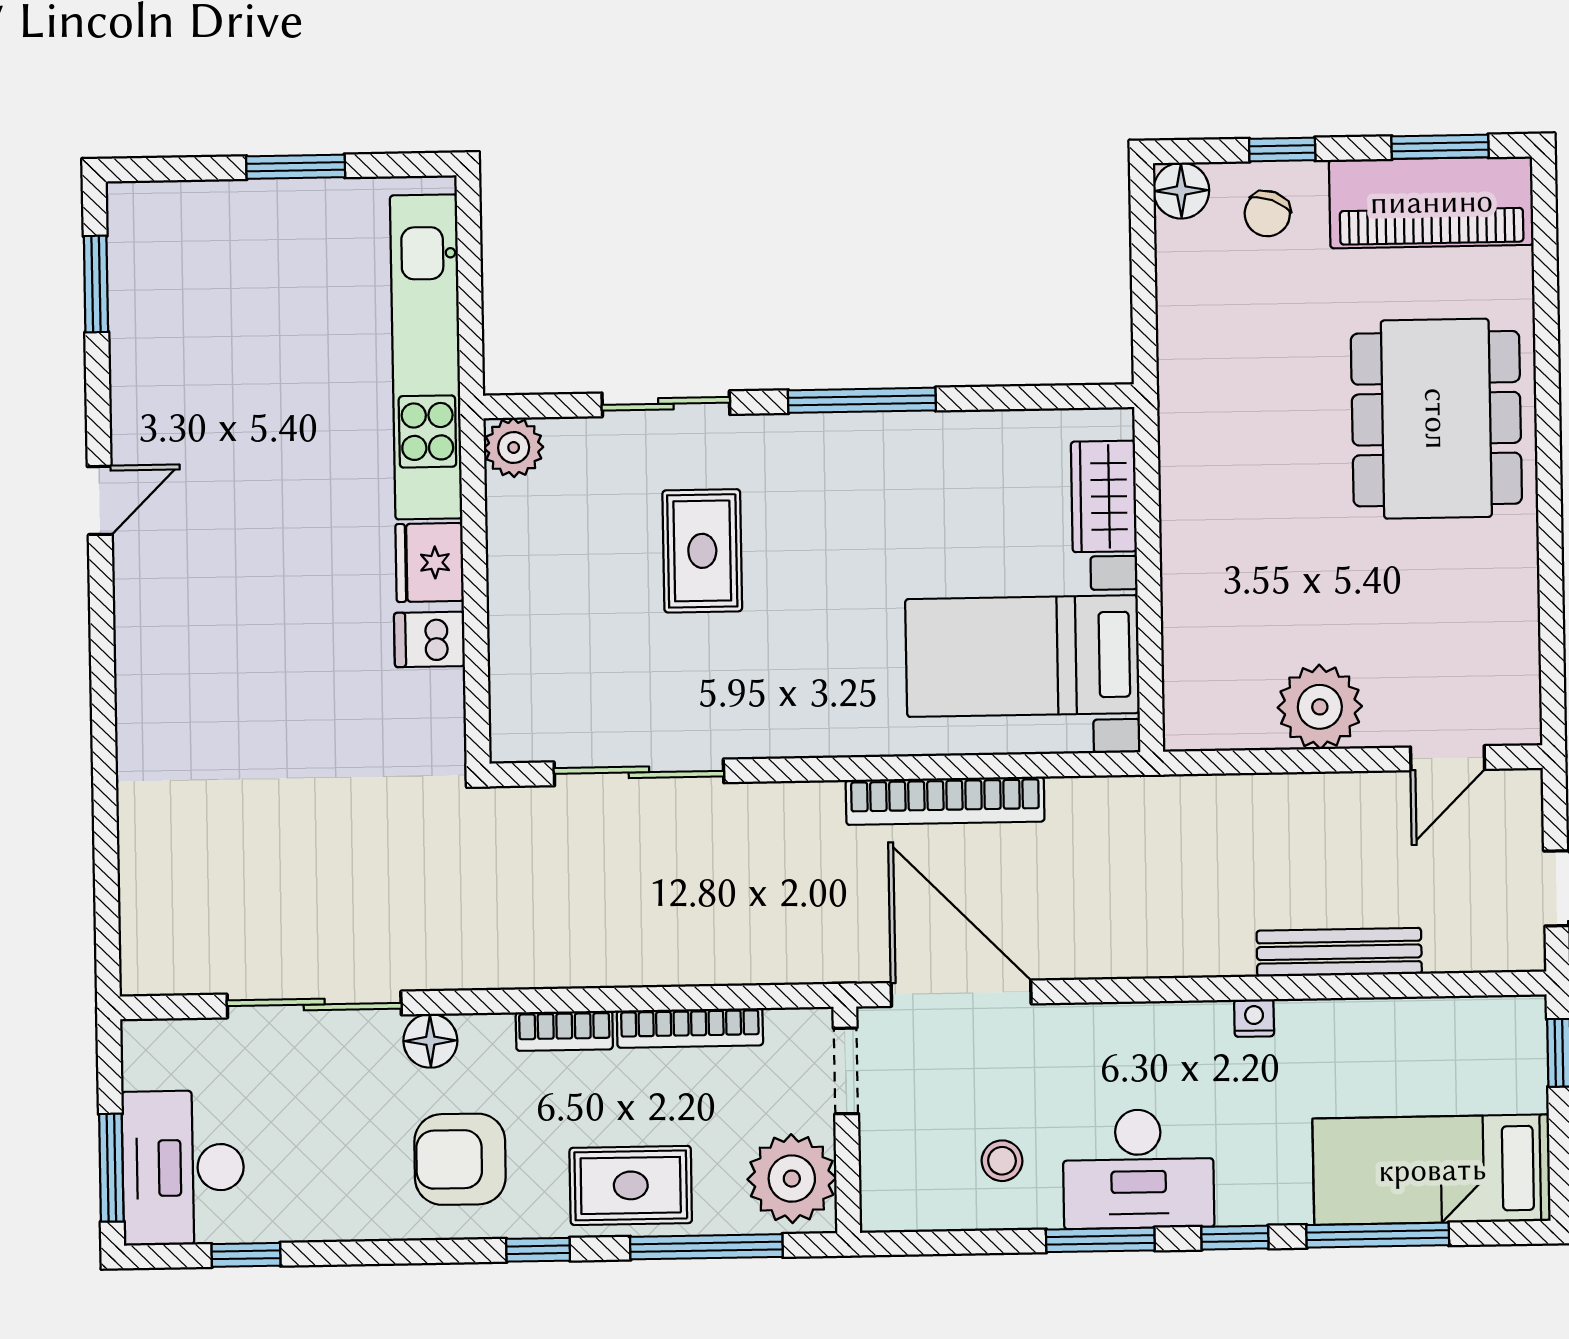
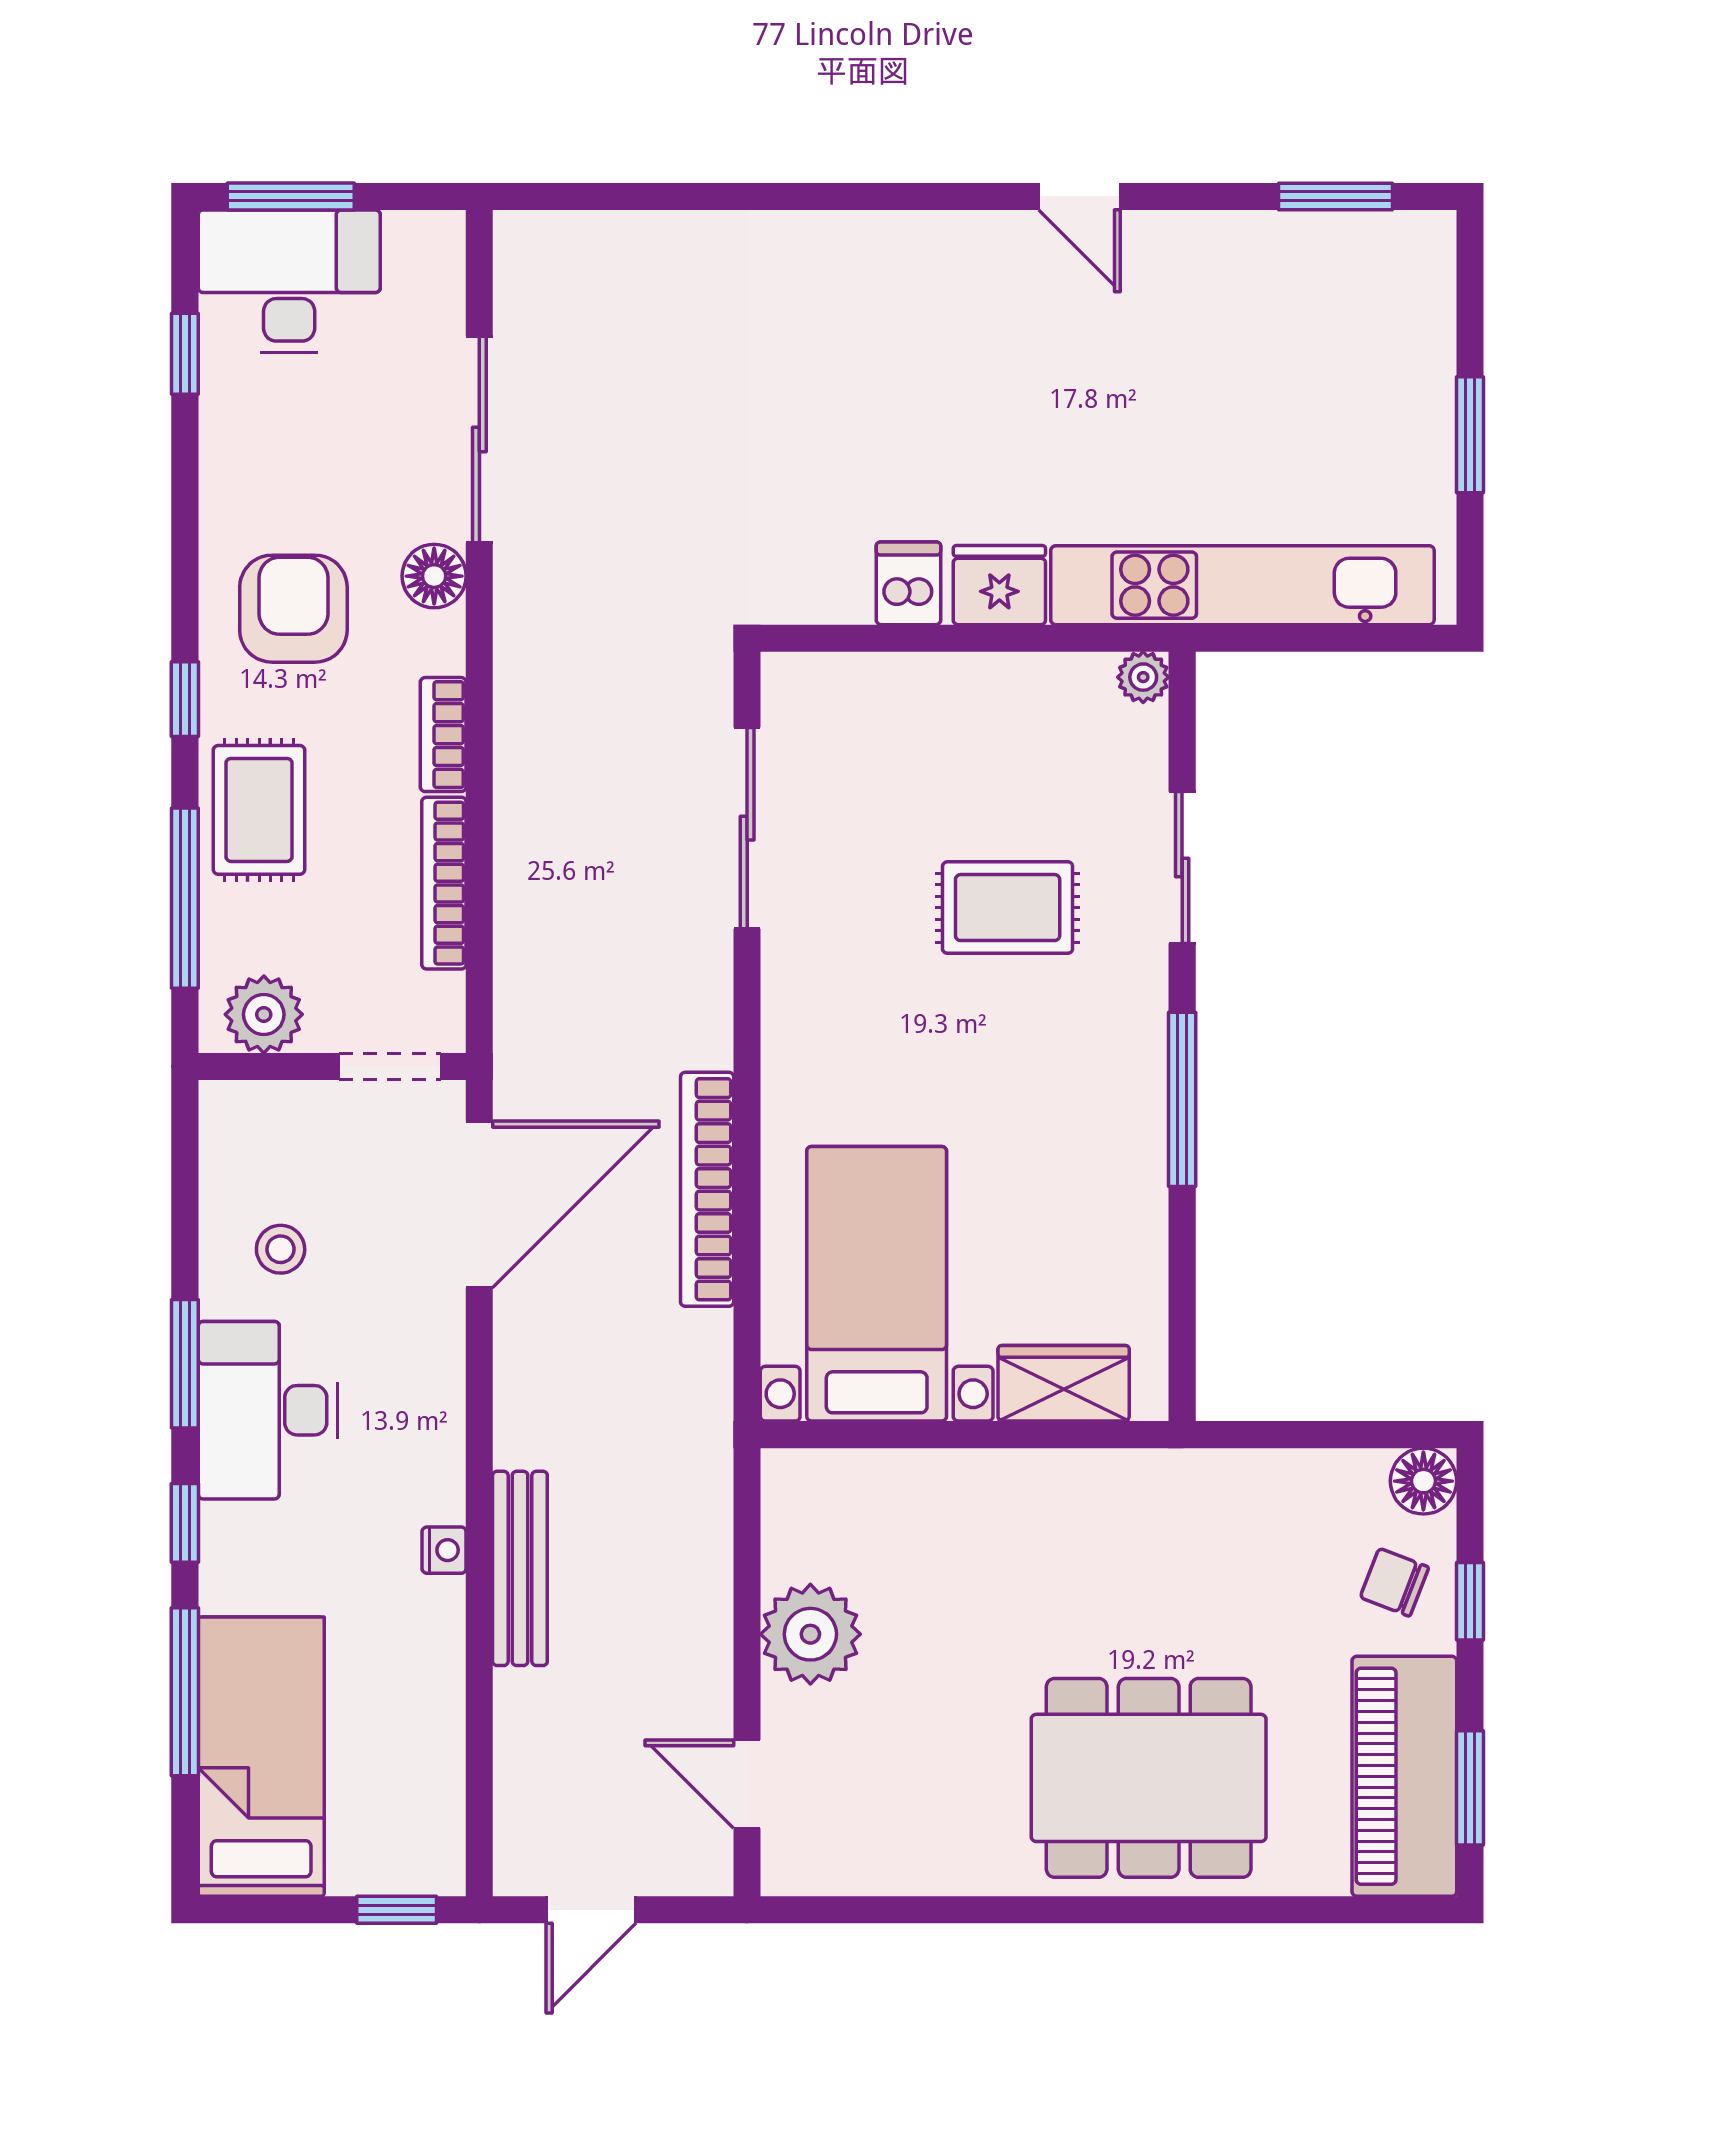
plant: (514, 447) -> (1143, 677), width x0.73, depth x0.73
bench: (1339, 952) -> (520, 1568), moved
plant: (792, 1179) -> (264, 1014), width x0.73, depth x0.73

